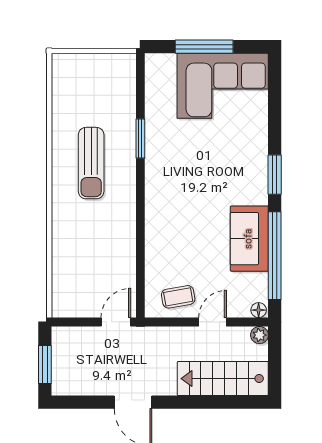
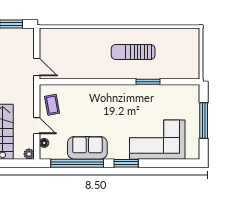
corner sofa: (223, 86) -> (157, 140), moved, turned 90
floor lamp: (259, 310) -> (44, 143), moved

